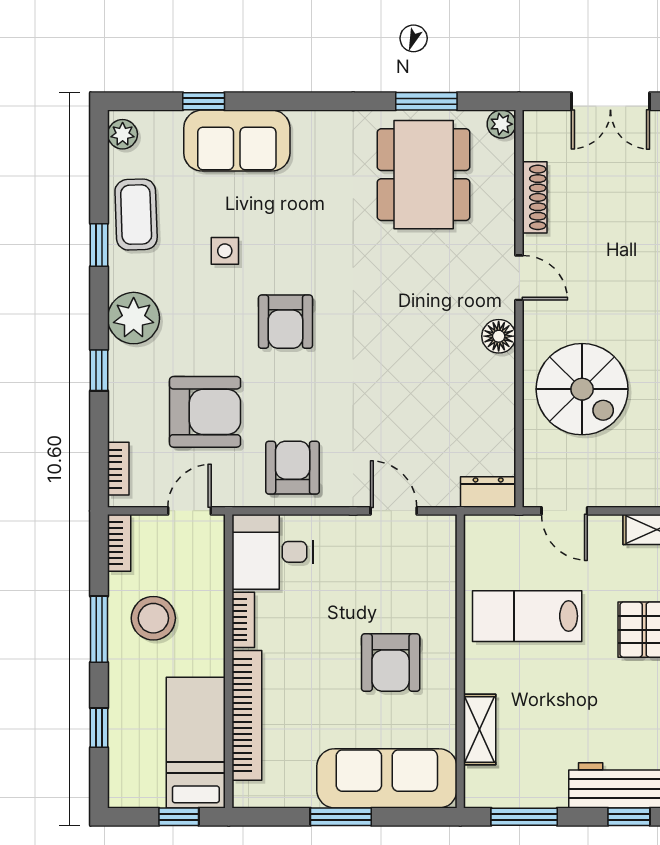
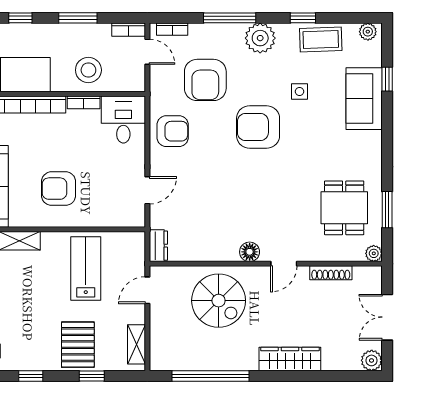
dining table: (424, 175) -> (344, 208), width x0.73
armchair: (285, 322) -> (258, 127), width x1.36, depth x1.36
window: (99, 370) -> (230, 18), width x2.17
spiral stairs: (582, 389) -> (219, 301), turned -90
door: (189, 511) -> (147, 52), moved
stool: (153, 618) -> (88, 70), moved

